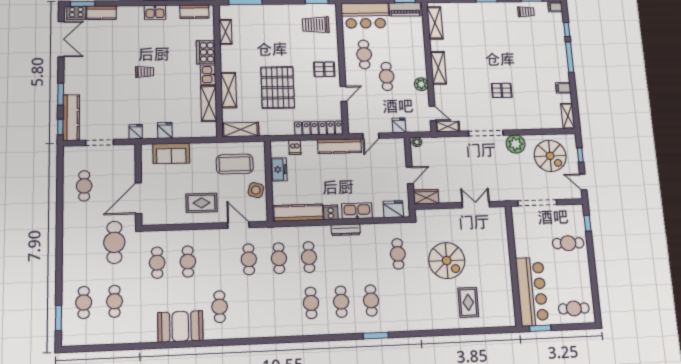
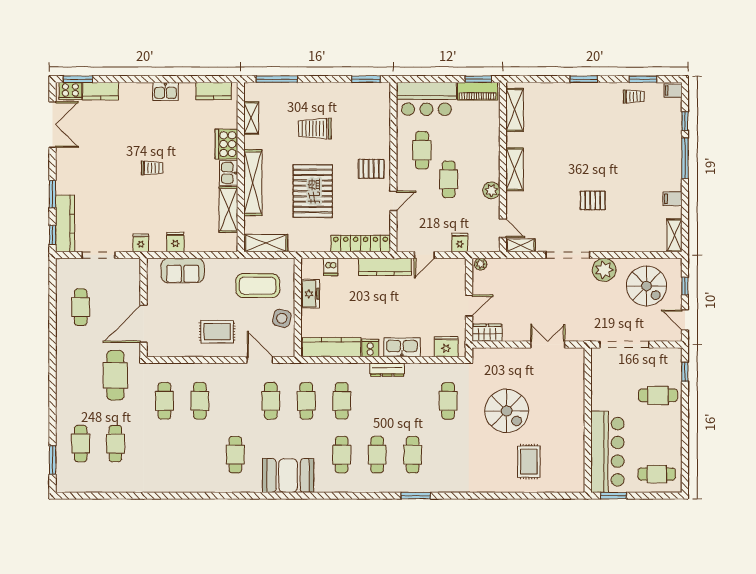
trolley: (316, 25) -> (315, 129), moved
shelving: (229, 90) -> (253, 183), width x1.47
booth: (180, 326) -> (288, 475), moved

